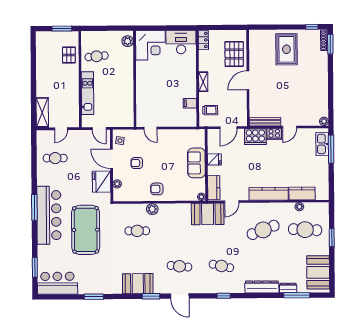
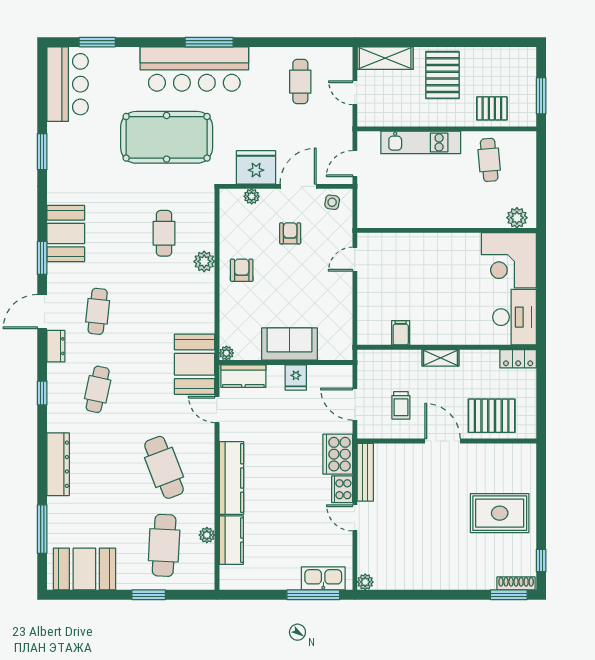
pallet: (51, 82) -> (442, 75), added
trolley: (210, 110) -> (401, 405), moved
dresser: (288, 288) -> (56, 346), moved

